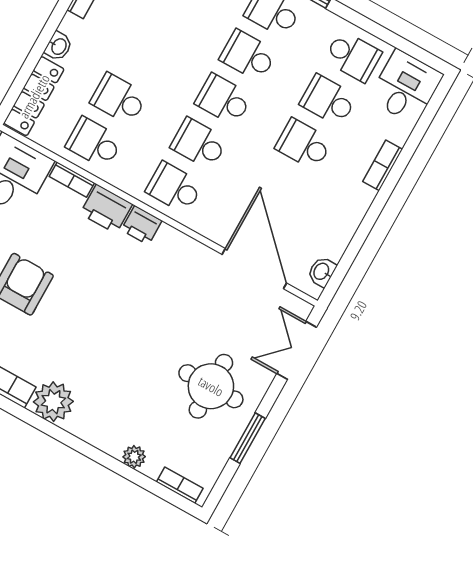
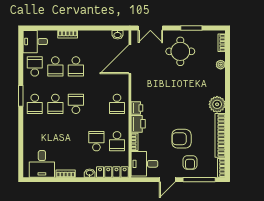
school desk: (119, 99) -> (96, 141), turned 180
school desk: (224, 100) -> (76, 104), turned 180
school desk: (199, 144) -> (96, 104), removed

